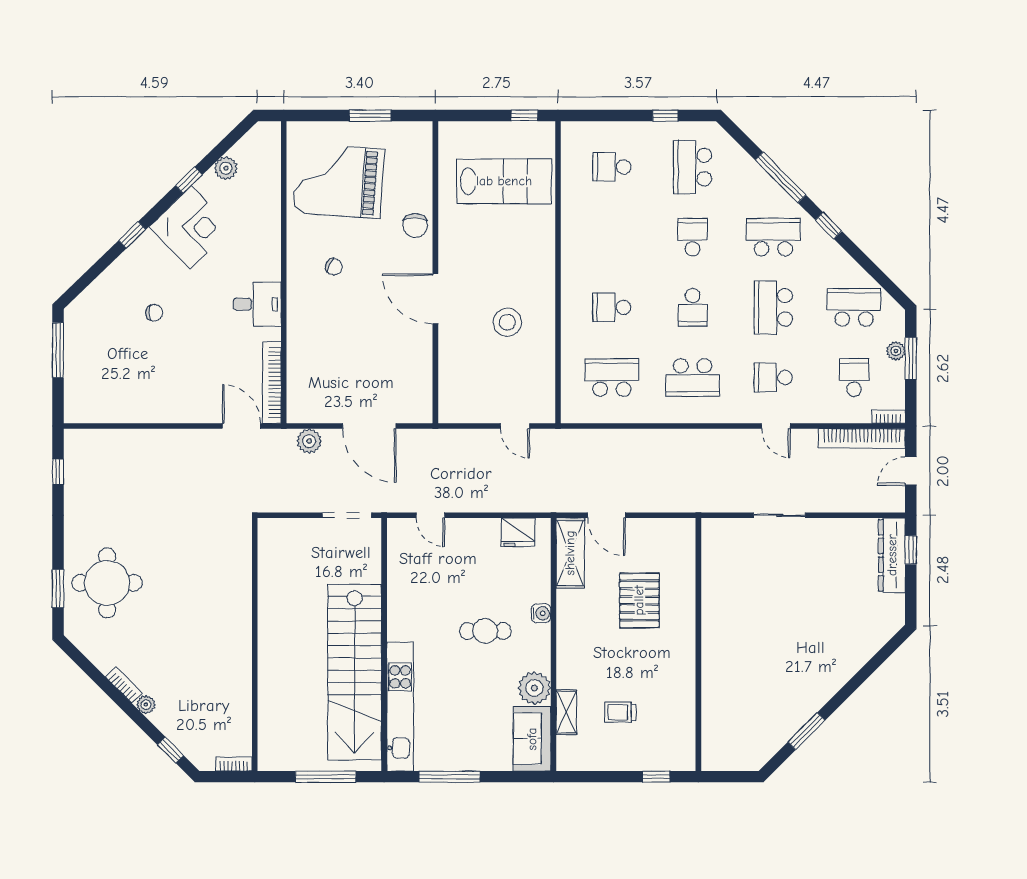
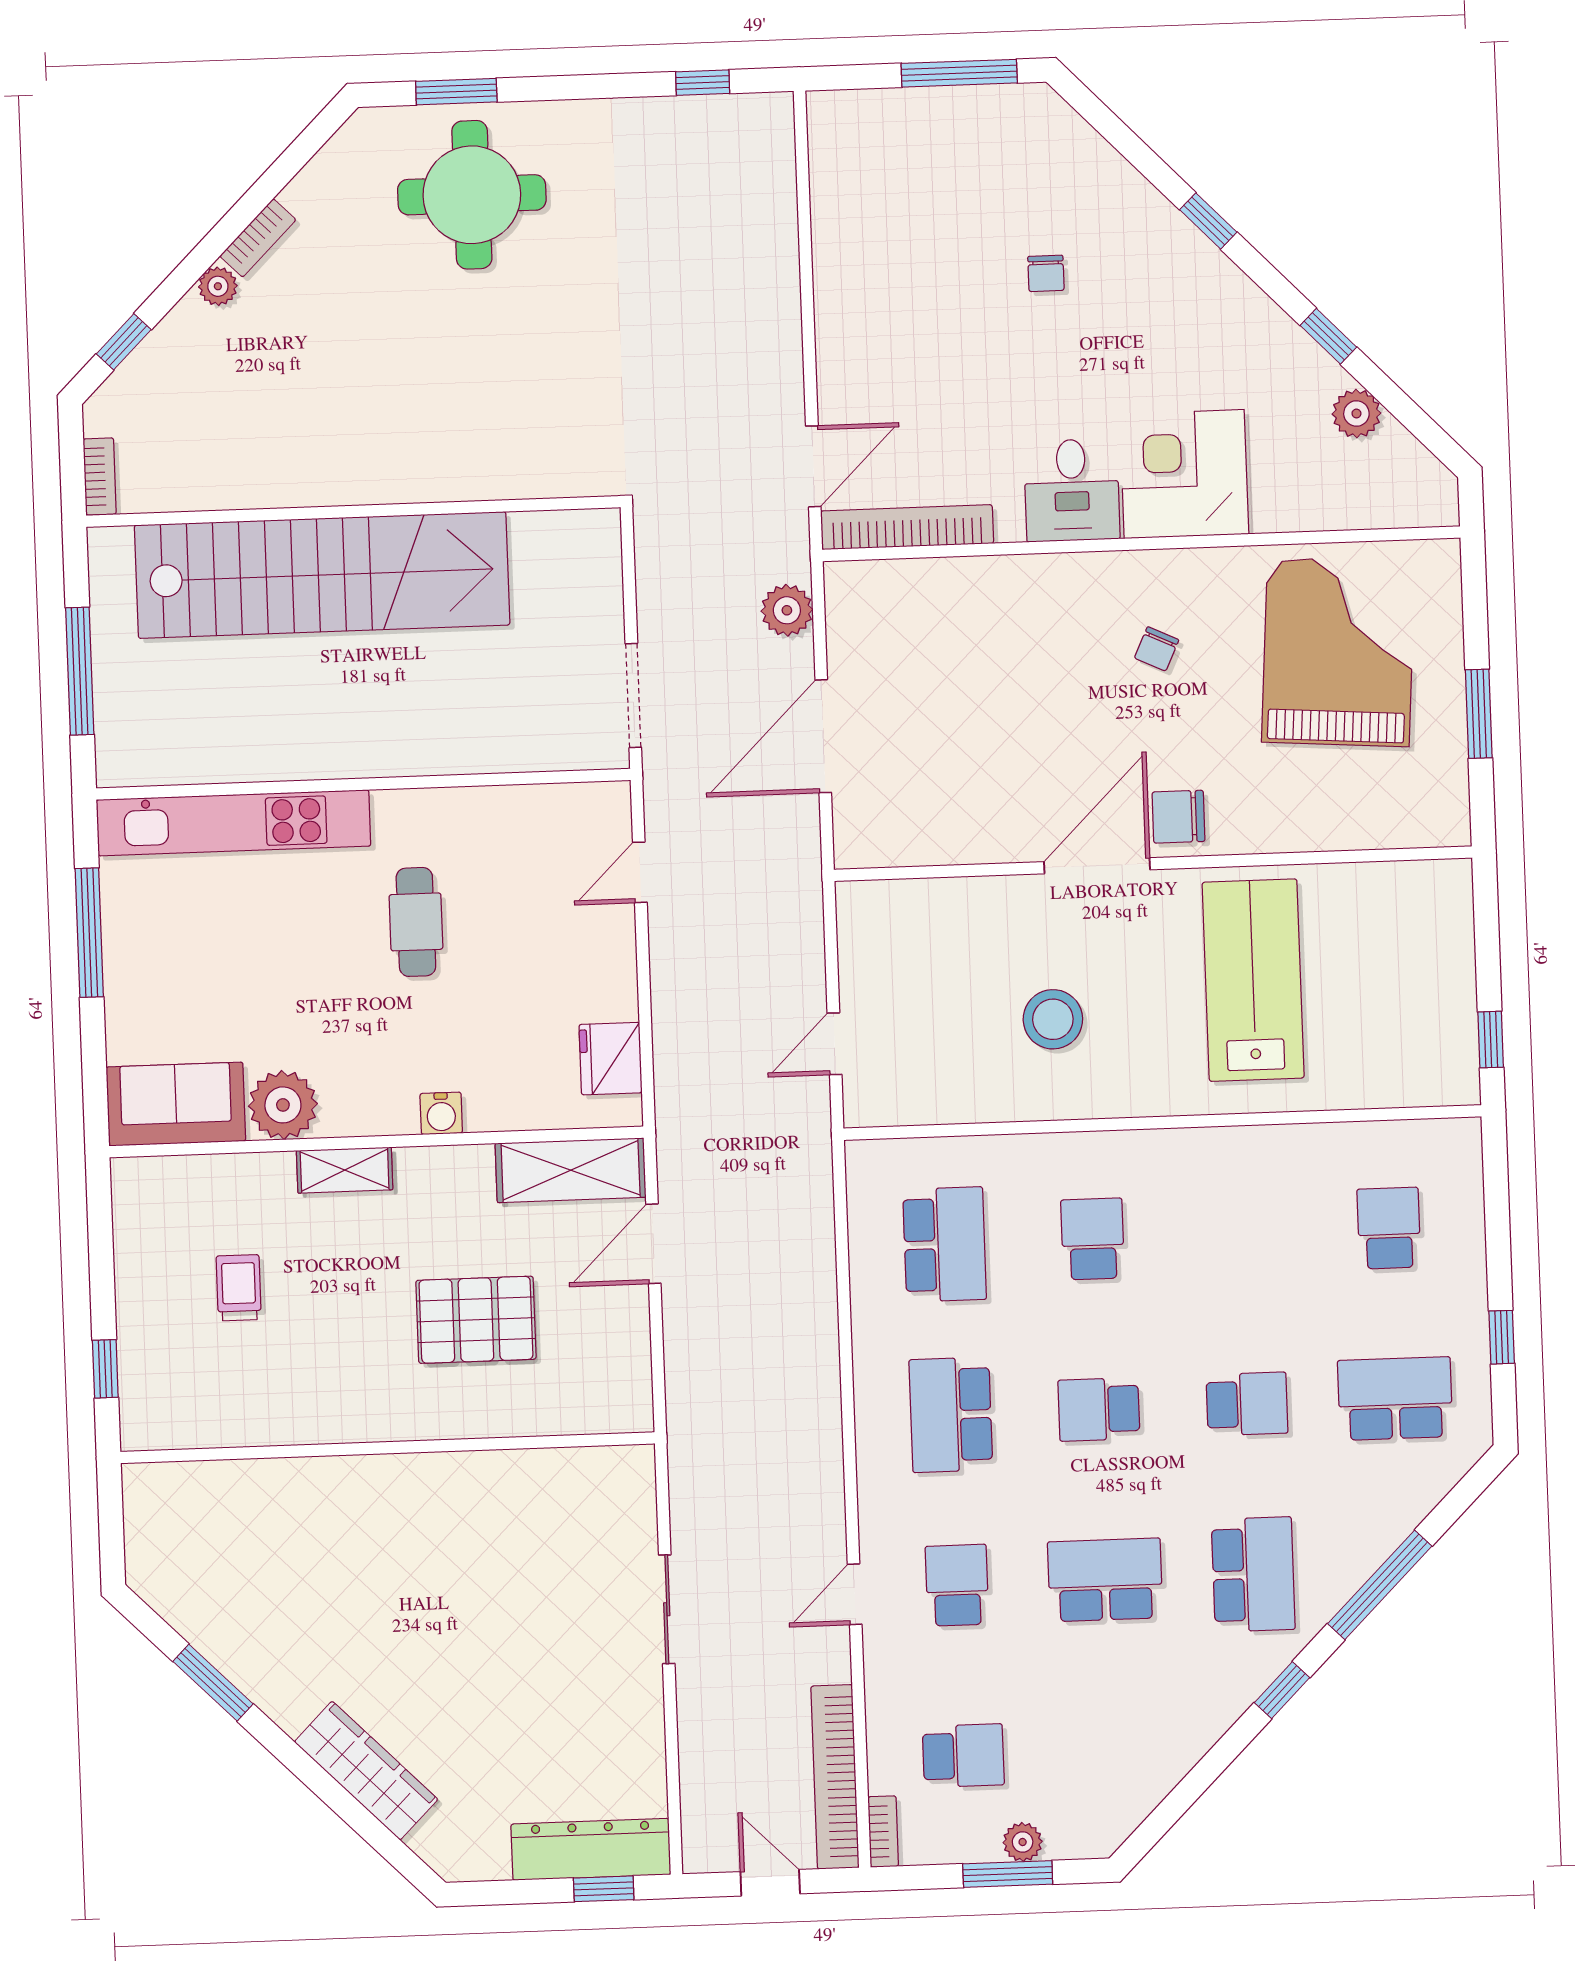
lab bench: (504, 181) -> (1253, 980), moved, turned 180
chair: (415, 226) -> (1178, 817), moved
corner desk: (191, 227) -> (1184, 474), moved, turned 134
school desk: (854, 307) -> (1111, 1750), removed
cafe table: (485, 631) -> (416, 922), moved
wardrobe: (851, 660) -> (366, 1771), added
stairs: (355, 672) -> (322, 575), moved, turned 180
shelving: (566, 712) -> (345, 1170), moved

